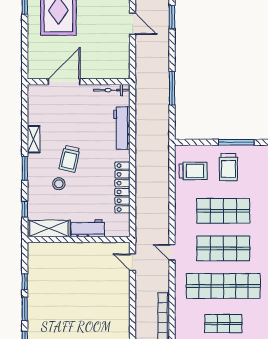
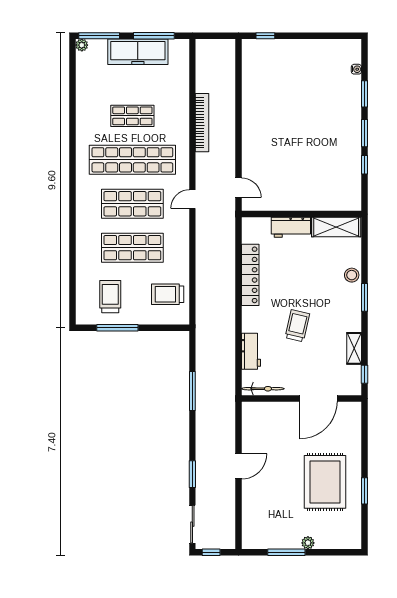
door: (133, 24) -> (238, 466), swing flipped
workbench: (122, 128) -> (251, 351), width x0.73
shelving: (34, 139) -> (354, 348), moved
trolley: (70, 159) -> (297, 326), moved
trolley: (228, 167) -> (110, 297), moved
stool: (59, 184) -> (352, 275), moved
window: (25, 209) -> (364, 374), moved
door: (172, 252) -> (192, 199), swing flipped

